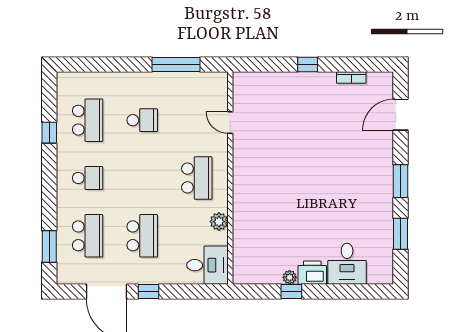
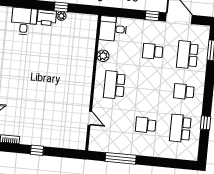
school desk: (142, 236) -> (153, 51), width x0.54

